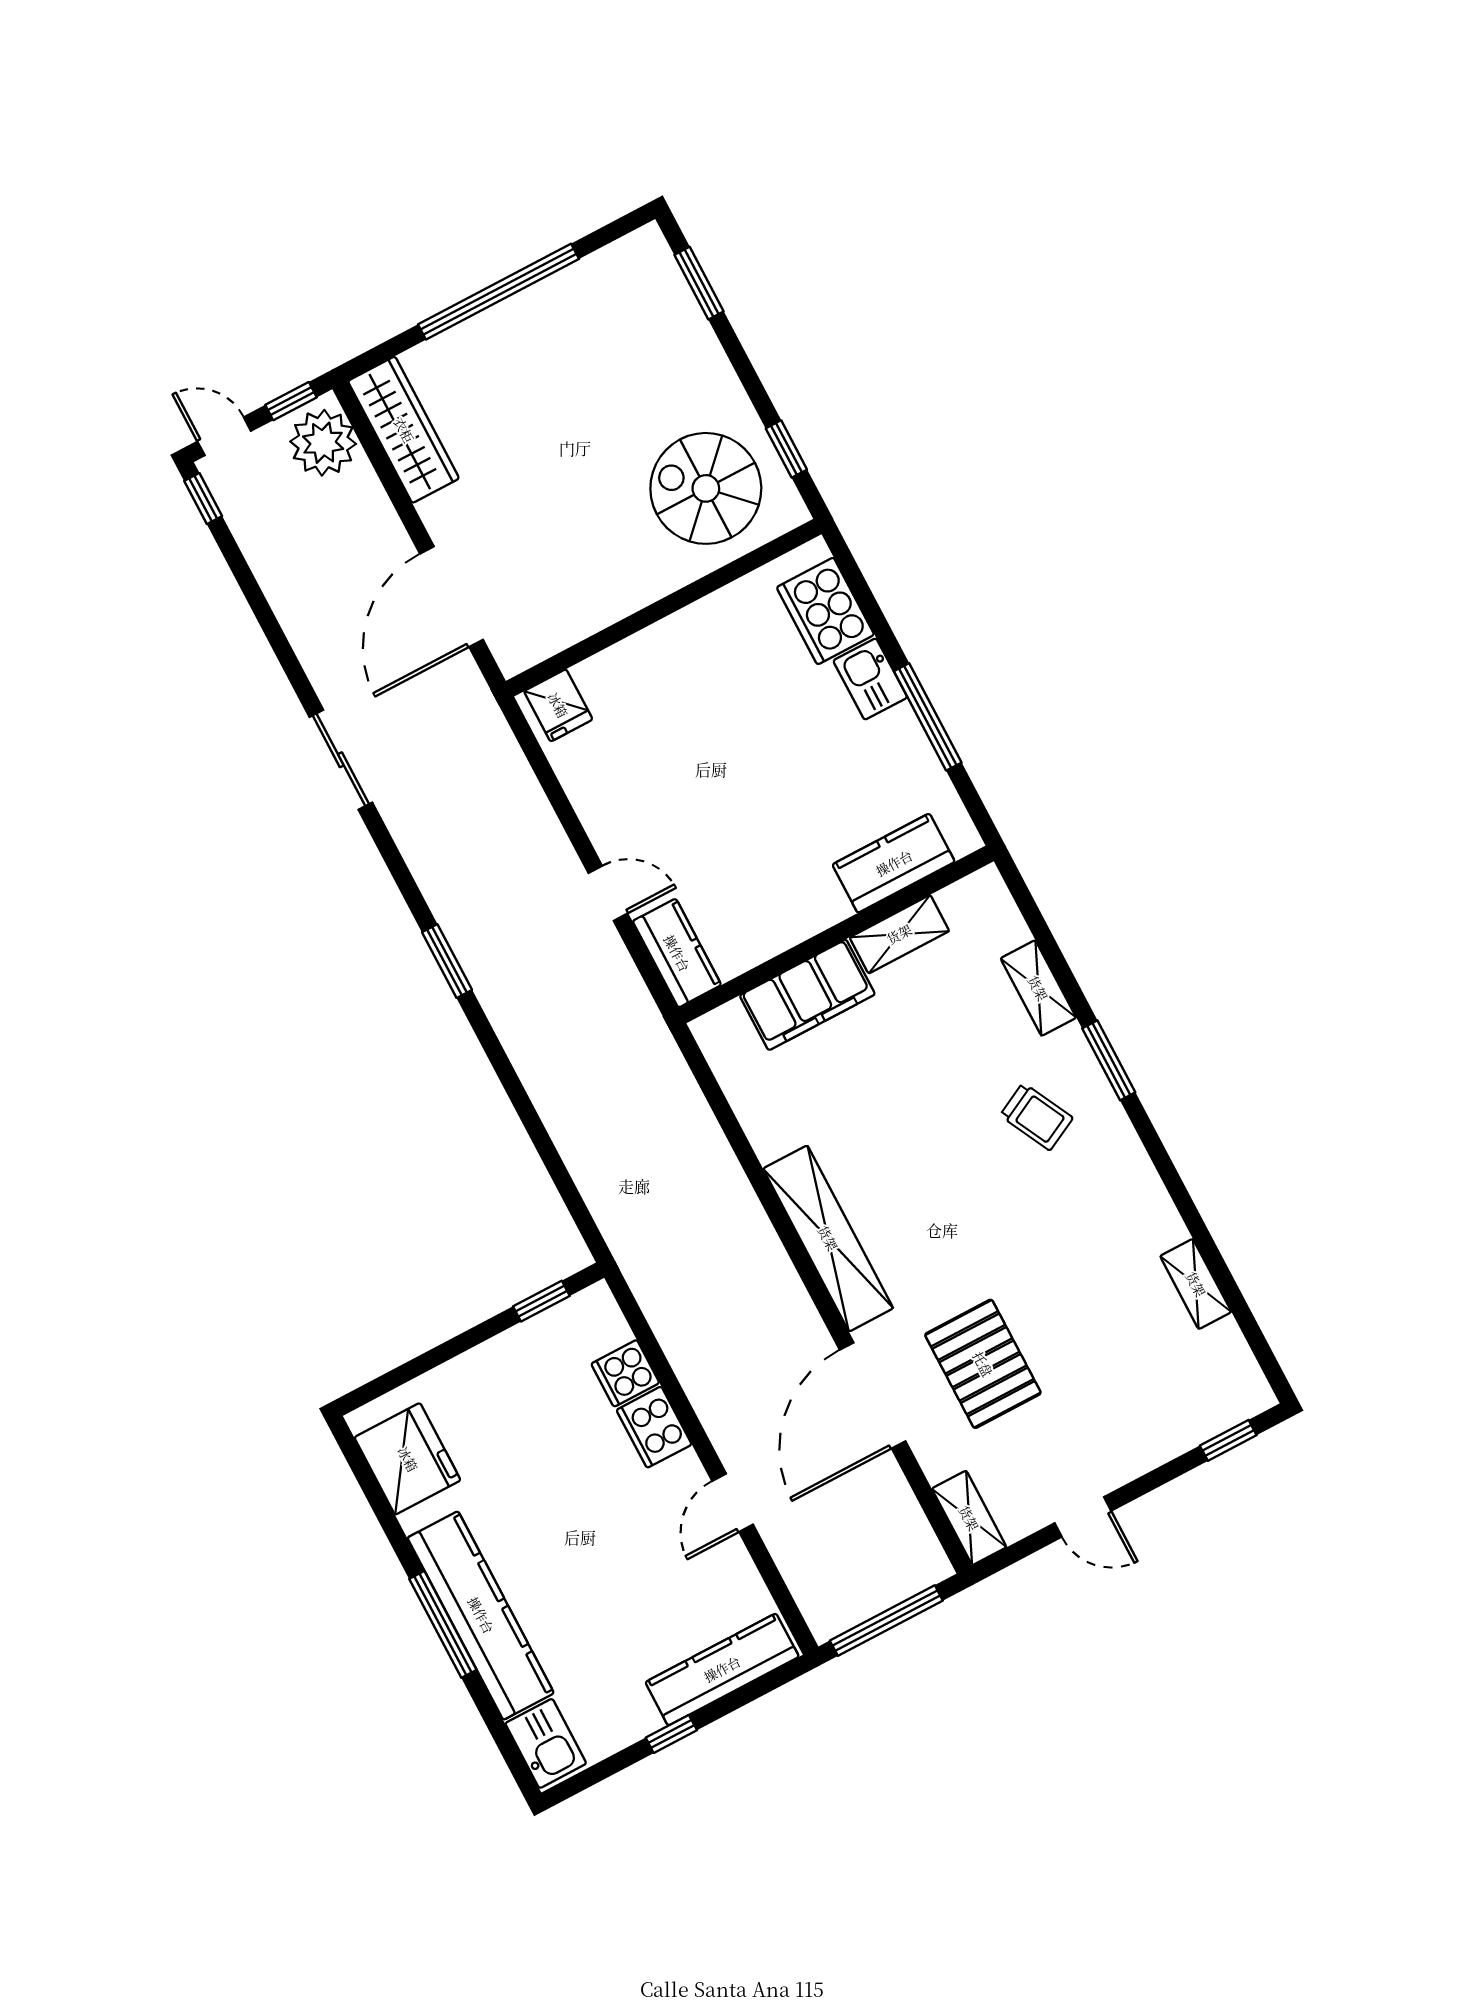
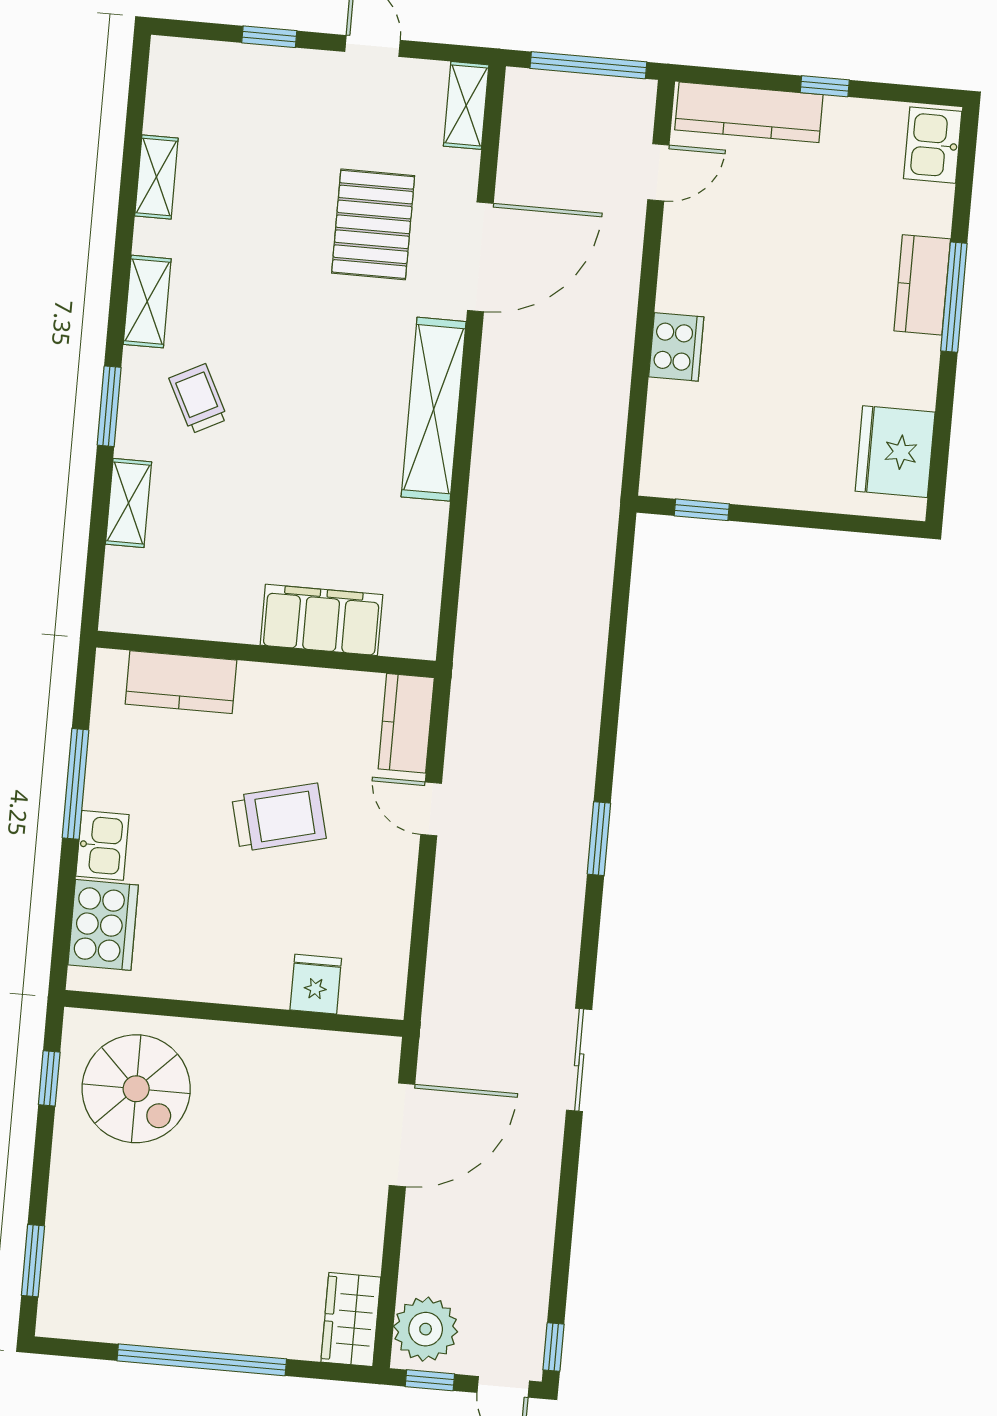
wardrobe: (404, 430) -> (351, 1320), width x0.67
fridge: (558, 705) -> (316, 984), moved
trolley: (734, 801) -> (279, 817), added
shelving: (899, 934) -> (147, 302), moved, turned 90
cooker: (625, 1373) -> (671, 406), removed
window: (1228, 1440) -> (269, 37), moved
door: (733, 1503) -> (658, 172), moved
kitchen counter: (481, 1615) -> (922, 285), width x0.48, depth x0.86

